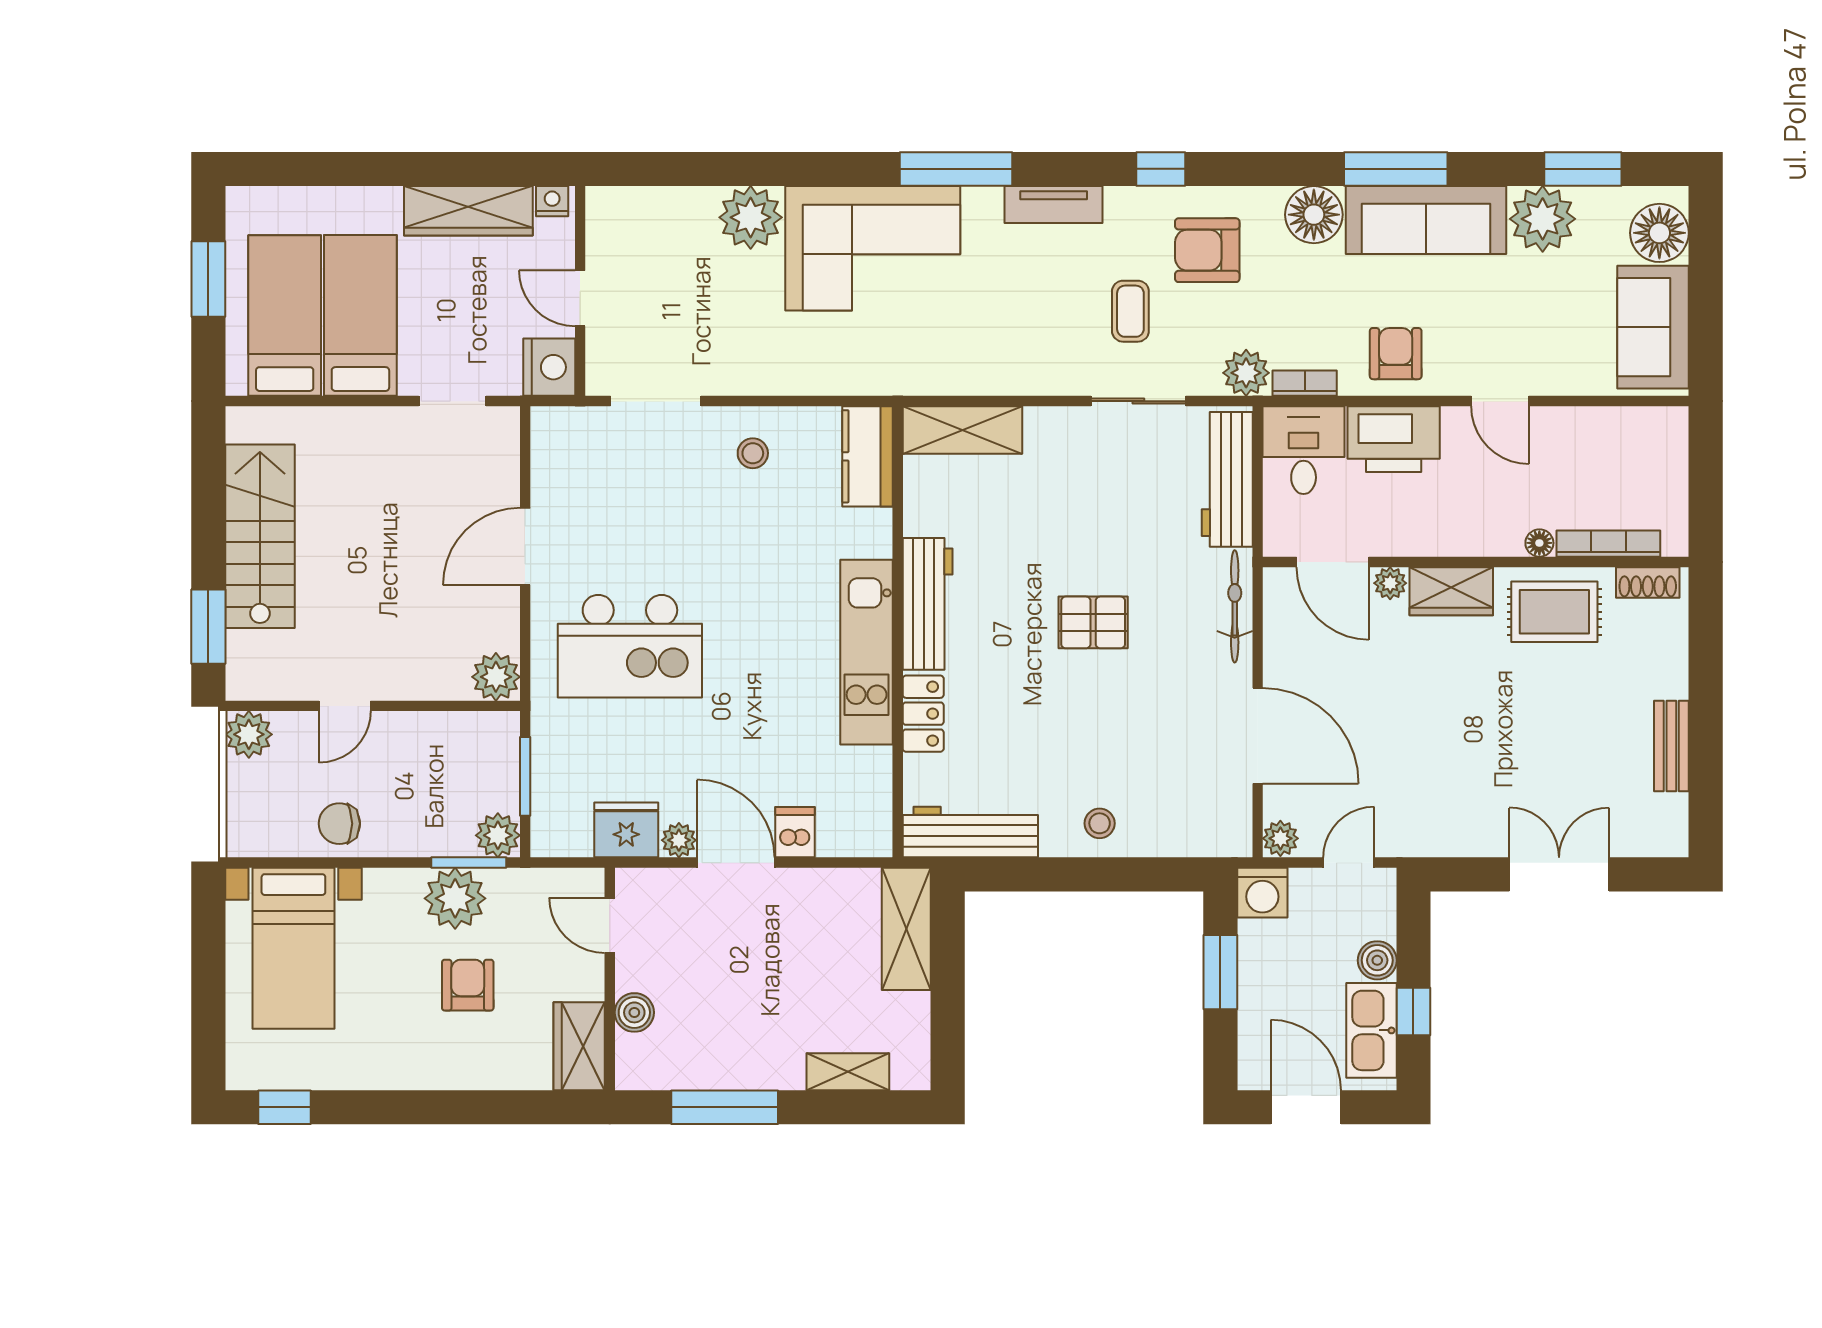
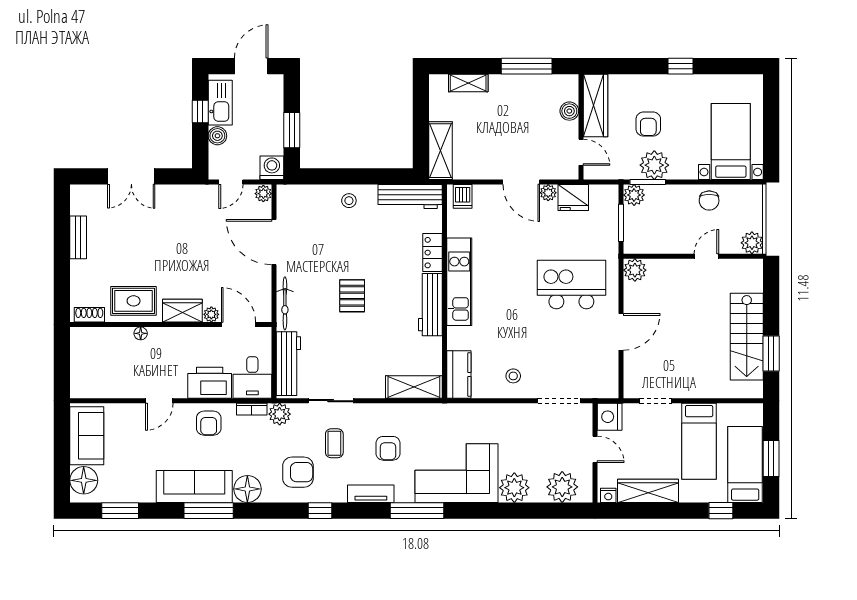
window: (314, 169) -> (721, 511), added
plant: (1543, 219) -> (562, 487), moved
armchair: (1017, 300) -> (388, 448), added
bed: (285, 316) -> (745, 465), moved, turned 180
door: (1500, 401) -> (159, 401), swing flipped
bookcase: (1608, 544) -> (108, 333), removed
pallet: (1093, 622) -> (352, 296), turned 90
window: (208, 627) -> (771, 353), moved
chair: (339, 824) -> (709, 201), turned 90
dishwasher: (795, 832) -> (463, 196), moved
wardrobe: (579, 1046) -> (595, 106), width x1.50
window: (284, 1107) -> (680, 66), moved
door: (1306, 1107) -> (251, 66), swing flipped

